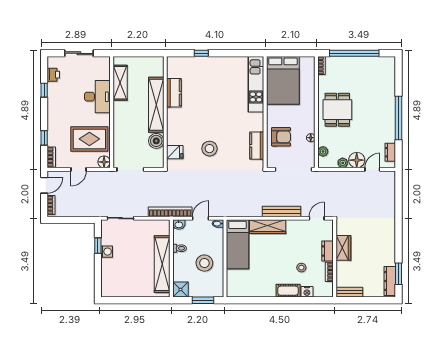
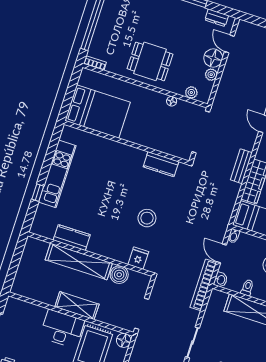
shelving: (120, 83) -> (77, 305), moved
kitchen unit: (256, 84) -> (57, 174), moved, turned -90
desk: (97, 97) -> (62, 329), moved
armchair: (281, 137) -> (160, 134), removed
bench: (281, 211) -> (241, 166), width x0.73

